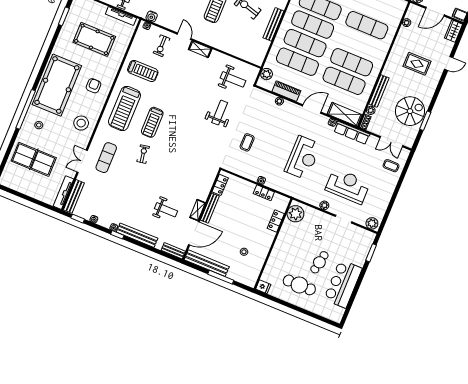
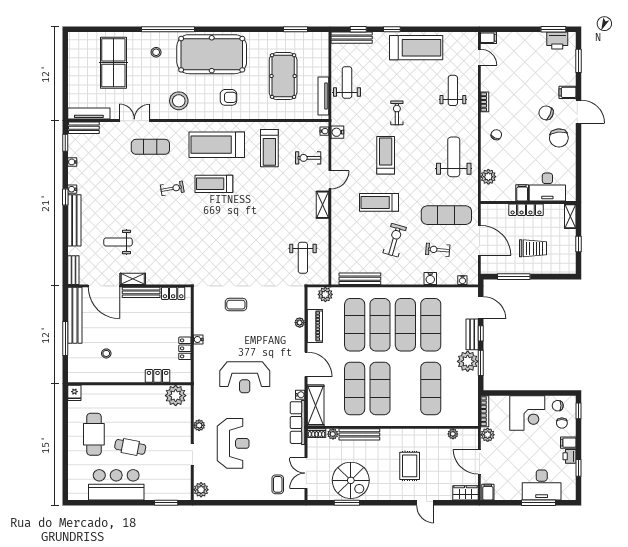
bench: (273, 24) -> (360, 279), moved
weight bench: (220, 113) -> (258, 258), removed
bench: (74, 196) -> (84, 128), width x0.73
weight bench: (166, 210) -> (118, 242), turned 90

